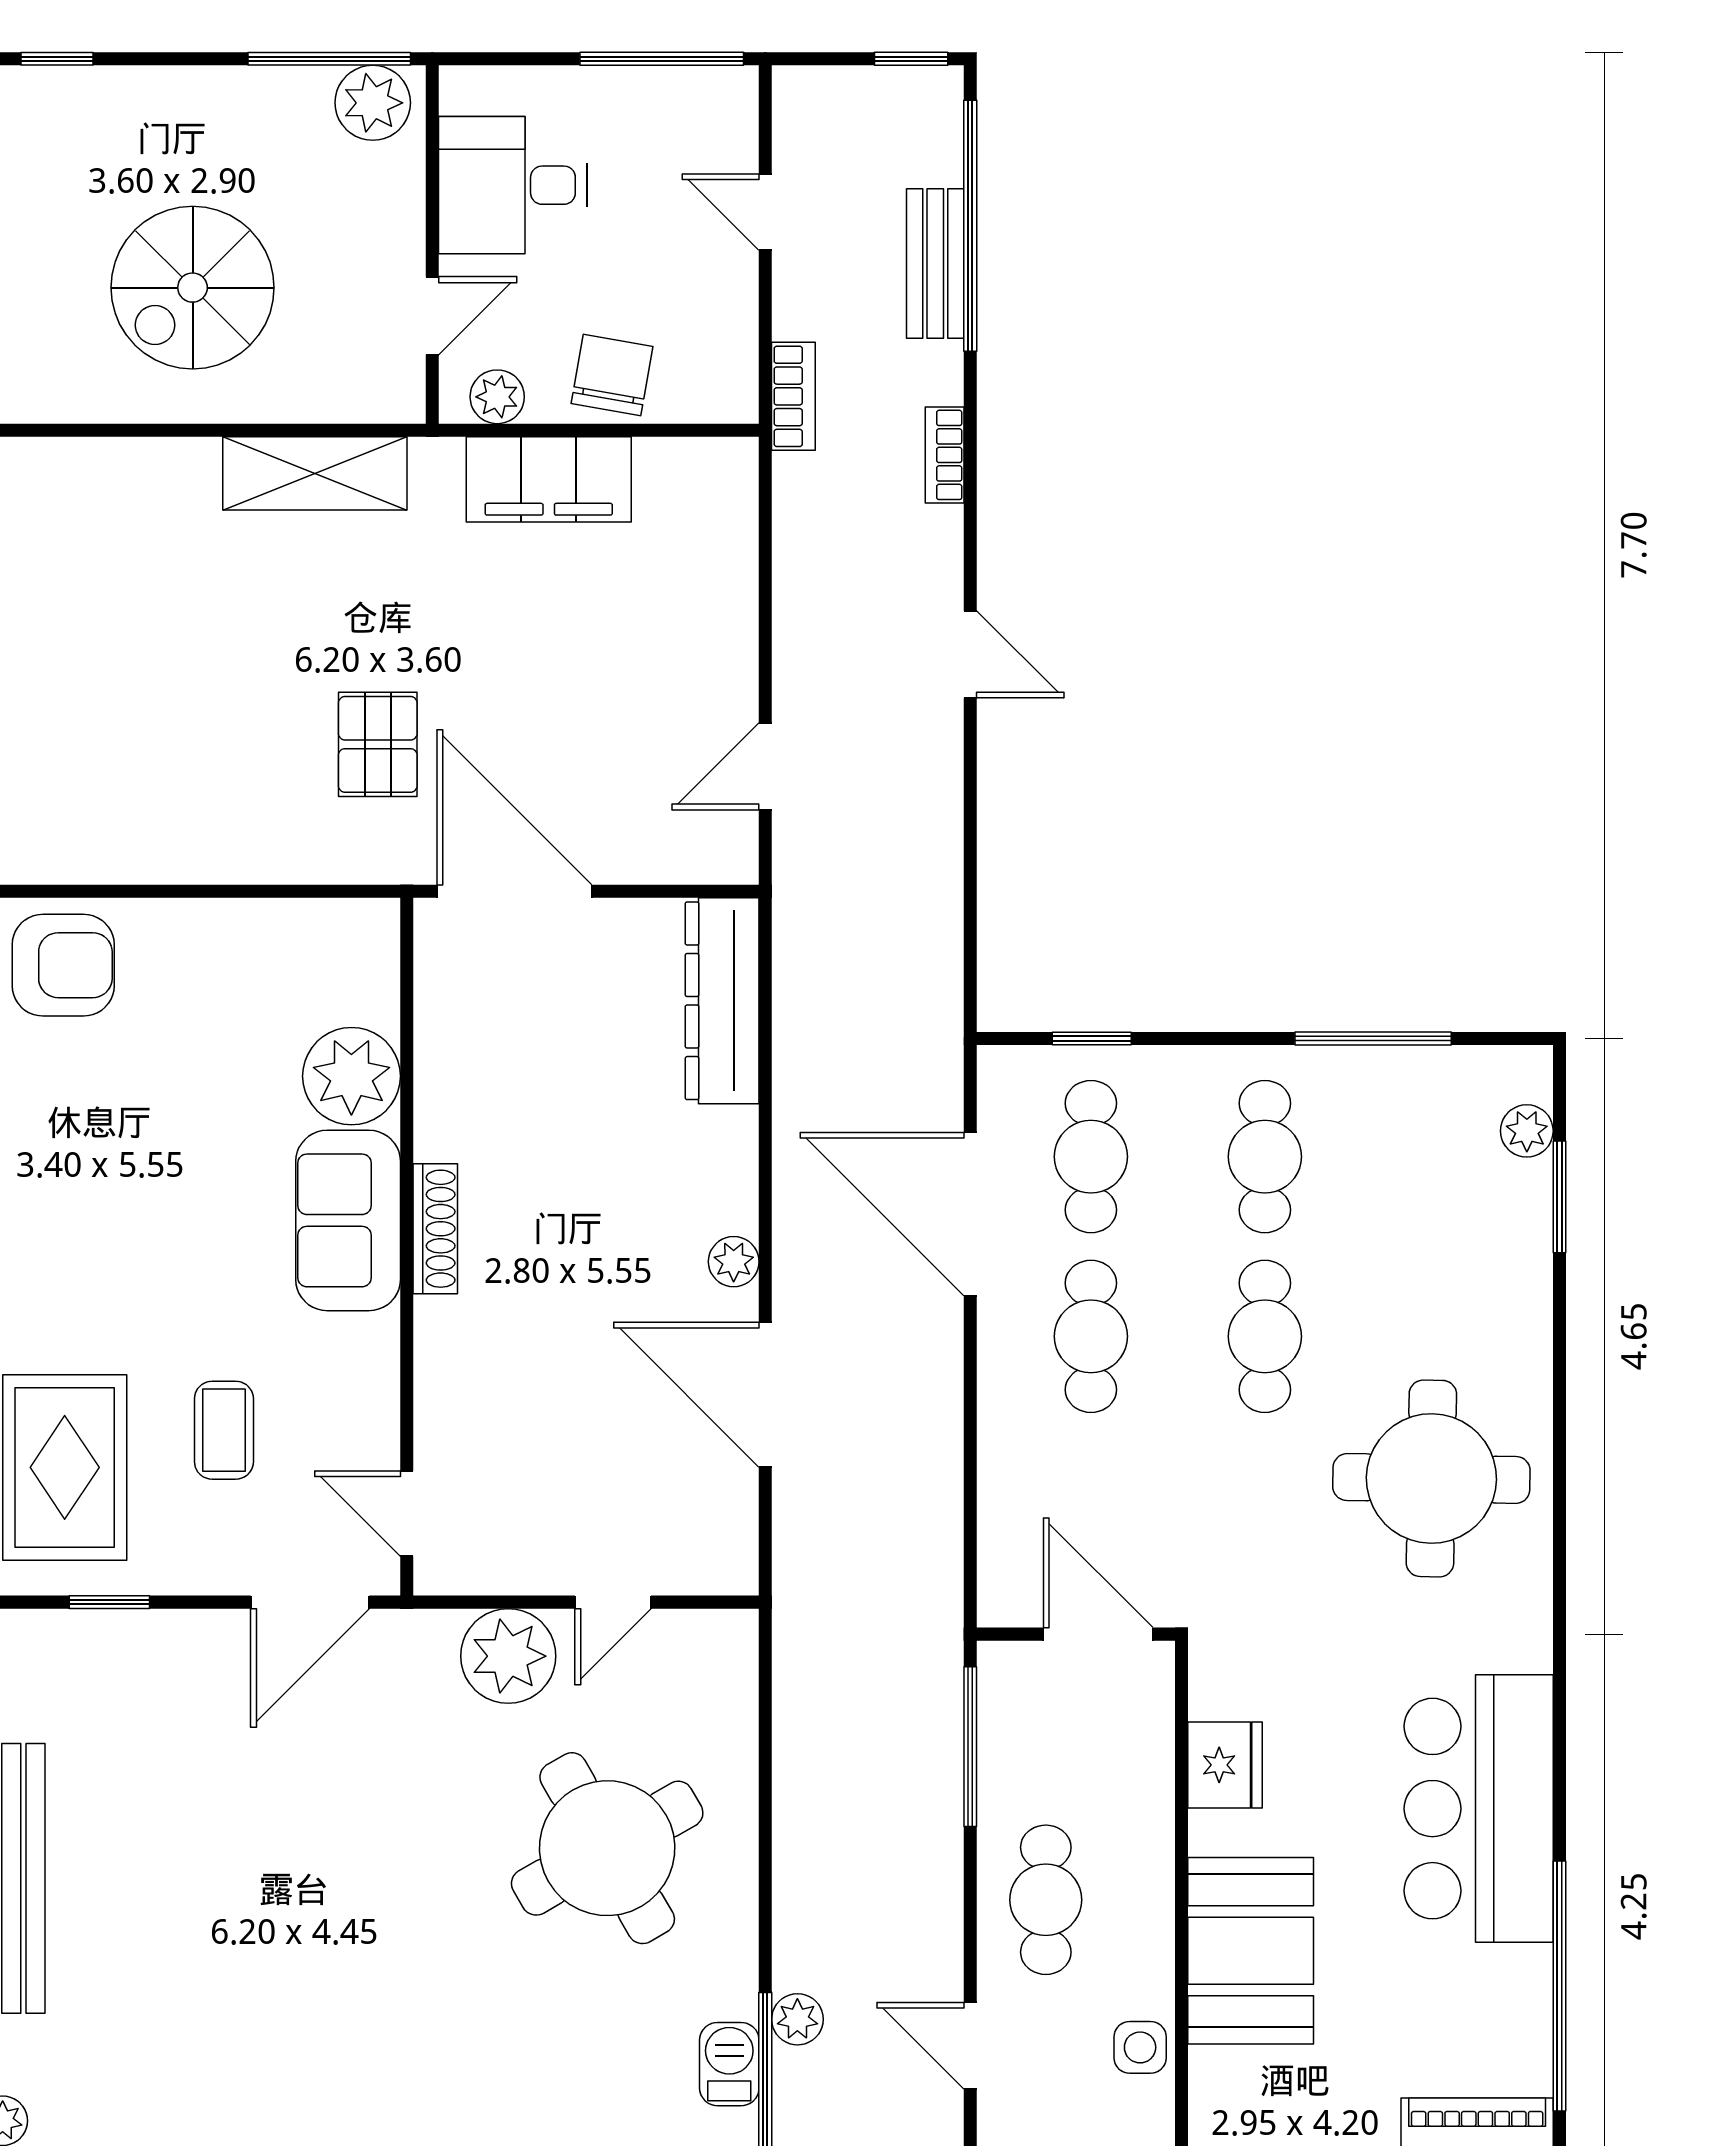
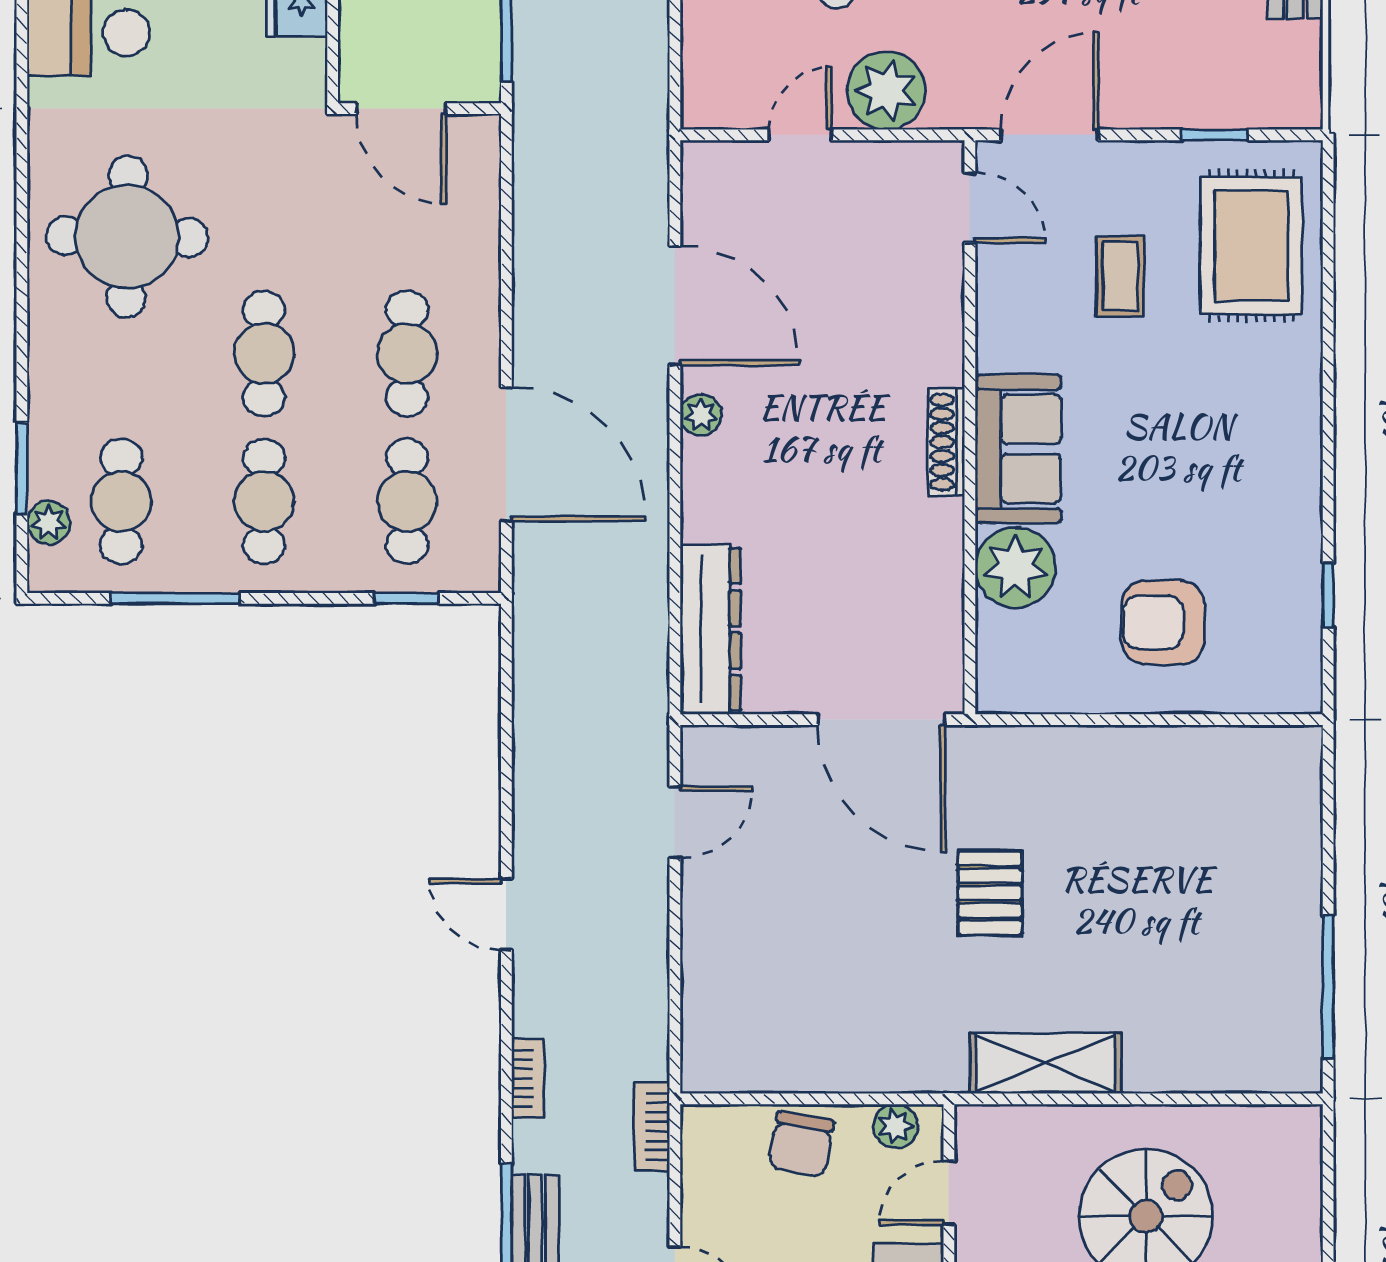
filing cabinet: (549, 479) -> (853, 1058), removed
pallet: (378, 744) -> (990, 893), moved
armchair: (63, 965) -> (1163, 622), moved
cafe table: (1439, 1157) -> (121, 501), added

